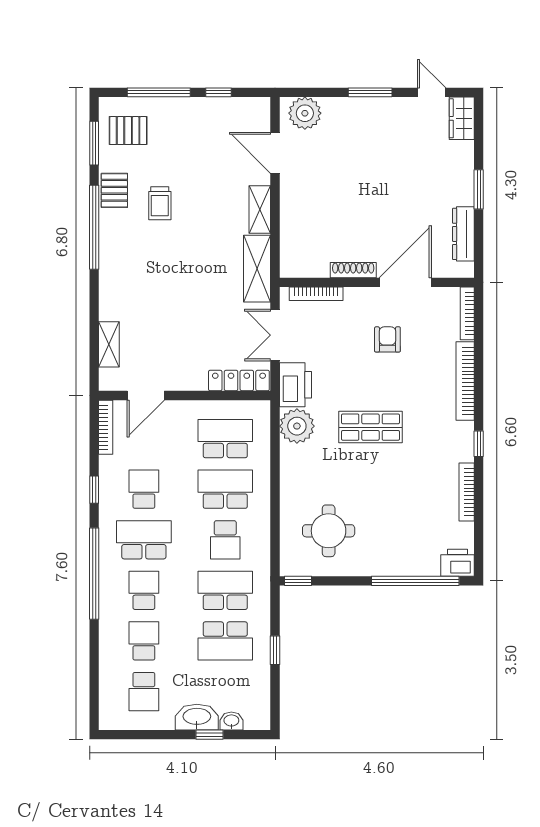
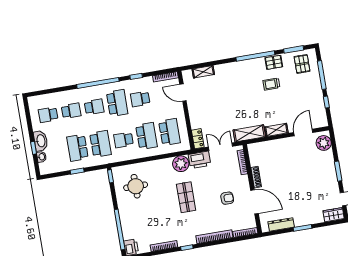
locker: (239, 381) -> (198, 139), width x0.66
school desk: (144, 489) -> (140, 99), turned 180

